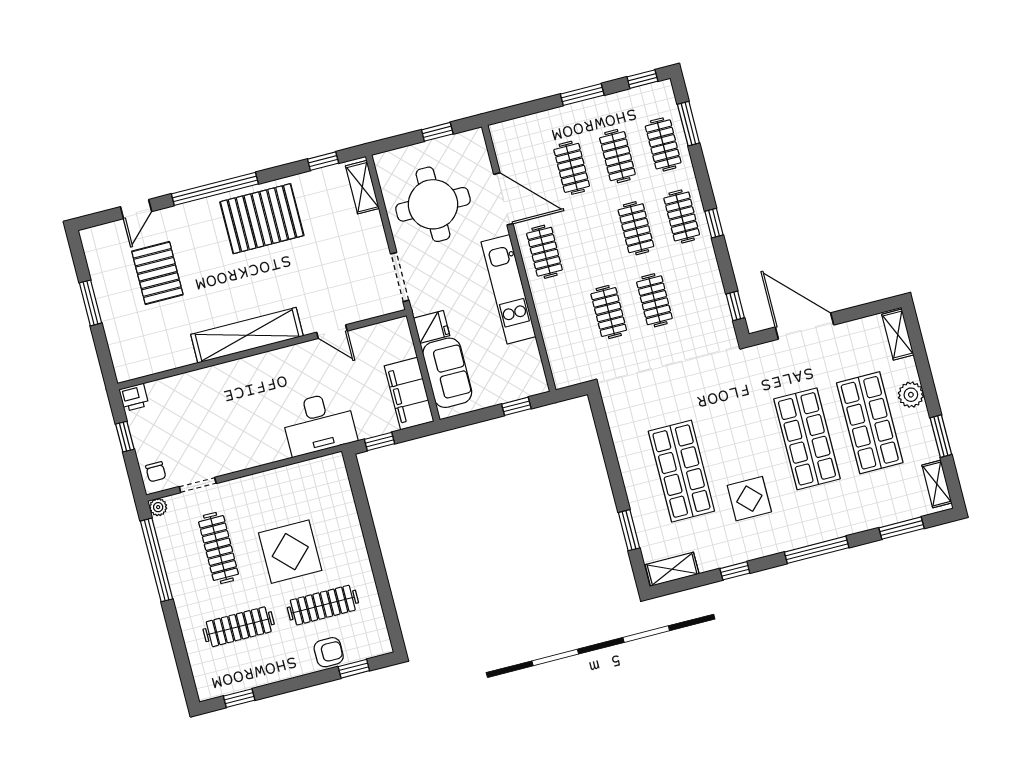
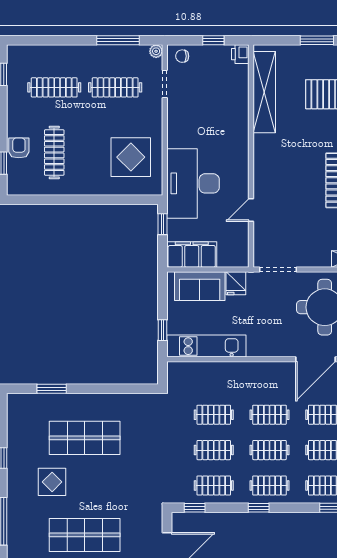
clothes rail: (544, 252) -> (269, 415), moved
kitchen unit: (508, 289) -> (206, 346), moved
clothes rail: (700, 289) -> (214, 485), added
shelving: (247, 335) -> (264, 92), moved
desk: (319, 423) -> (193, 183), width x1.36, depth x1.30
display table: (290, 552) -> (131, 157), moved
window: (157, 560) -> (118, 40), width x0.68
shelving: (672, 569) -> (15, 413), removed
clothes rail: (239, 627) -> (54, 87), turned 90
armchair: (329, 652) -> (19, 148), turned 180

